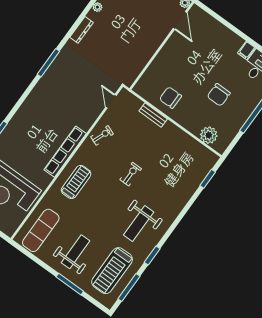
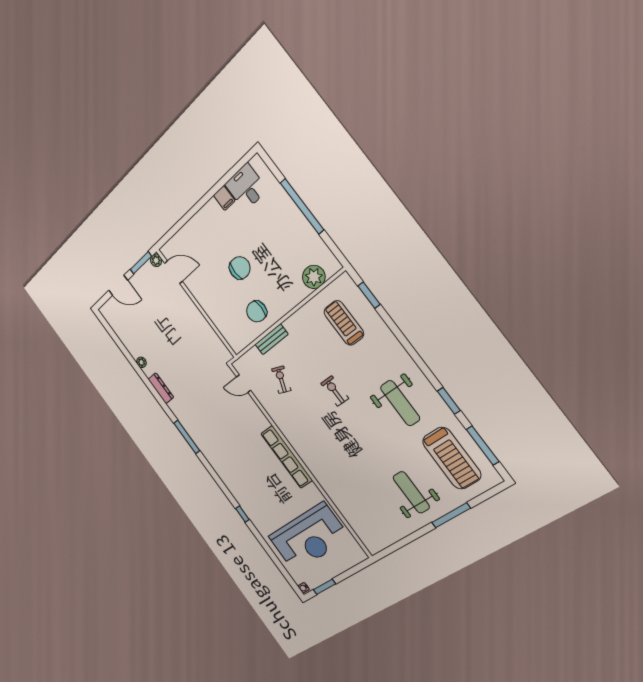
chair: (219, 95) -> (240, 268), moved, turned -90
exercise bike: (102, 135) -> (281, 380), moved
treadmill: (76, 182) -> (344, 323), moved
exercise mat: (41, 230) -> (371, 521), removed

